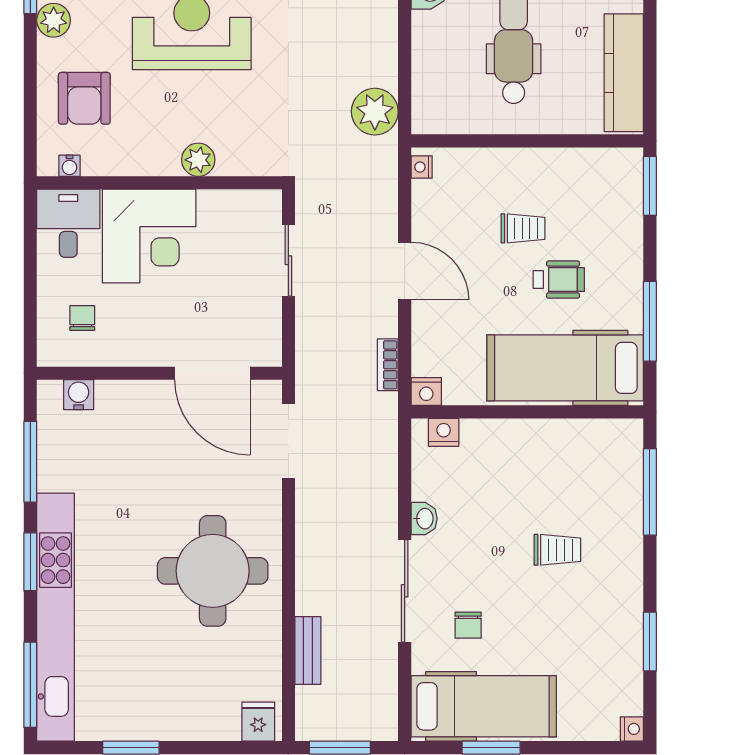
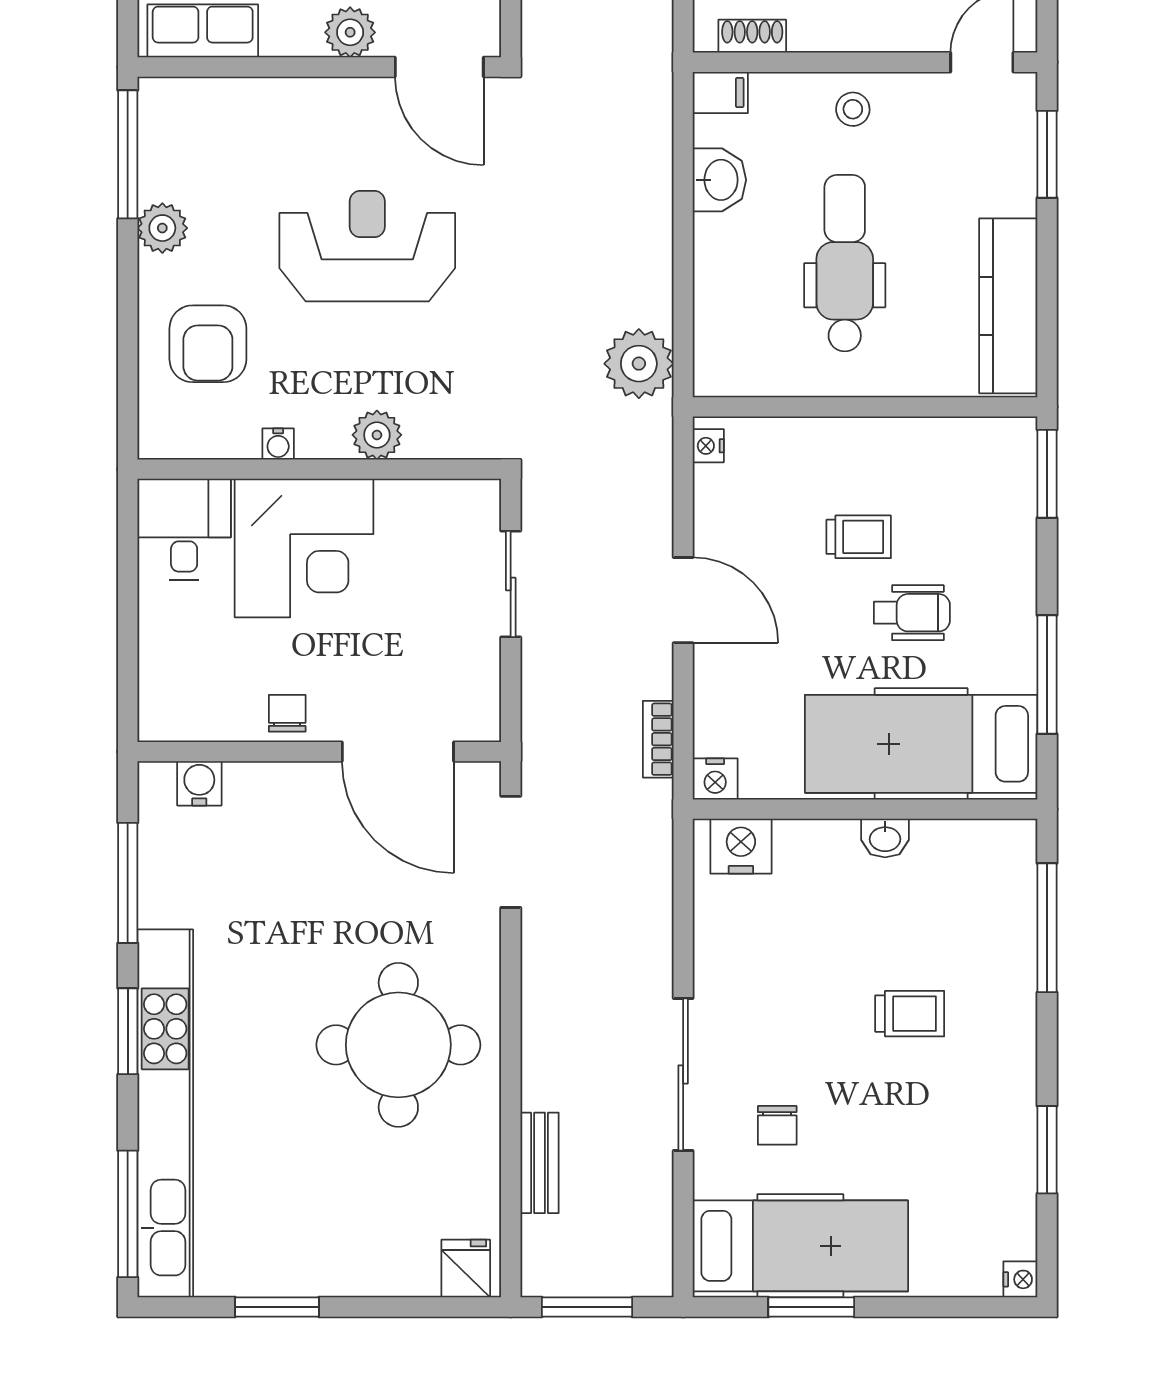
water cooler: (69, 166) -> (278, 444), moved
chair: (82, 318) -> (287, 713), moved
nightstand: (444, 432) -> (741, 846), width x1.36, depth x1.33
washbasin: (424, 519) -> (885, 838), moved, turned 90

